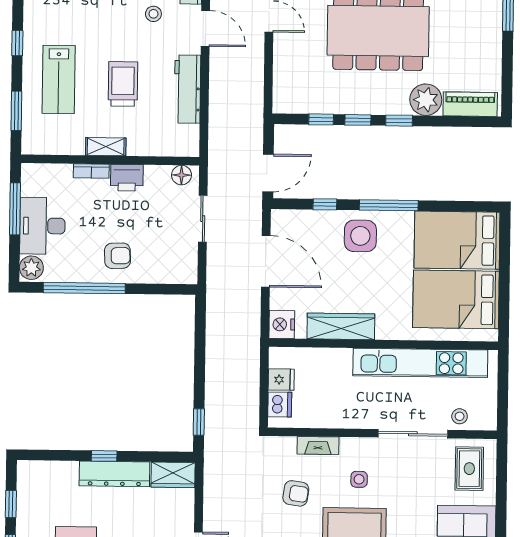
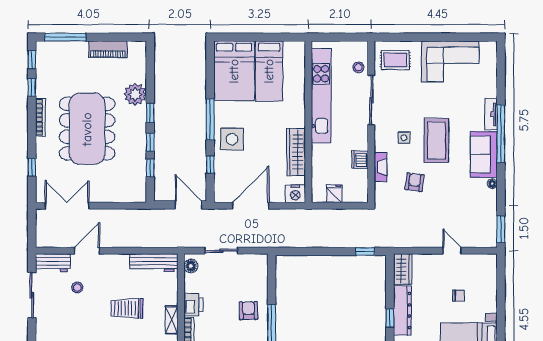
workbench: (187, 89) -> (154, 263), moved
piano: (470, 104) -> (108, 49), moved, turned -90
bed: (456, 299) -> (269, 71), width x0.67
dishwasher: (280, 404) -> (360, 160), moved, turned -90

